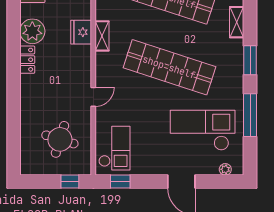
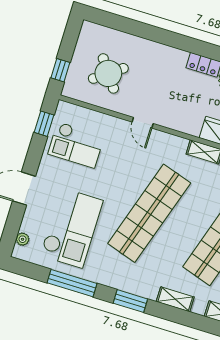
round table: (60, 139) -> (108, 73), turned 37
checkout: (114, 148) -> (76, 145), moved

